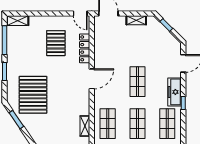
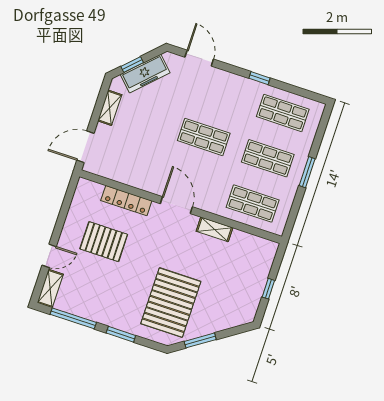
door: (80, 14) -> (49, 256), moved
freezer: (175, 92) -> (145, 74), moved, turned -45
pallet: (33, 95) -> (171, 303), turned 90
shelving: (85, 126) -> (214, 229), moved

